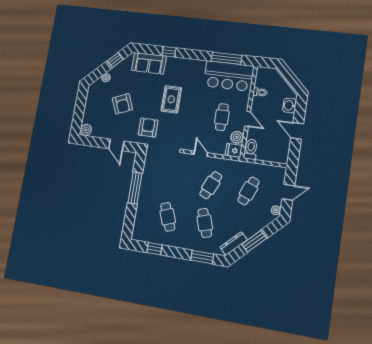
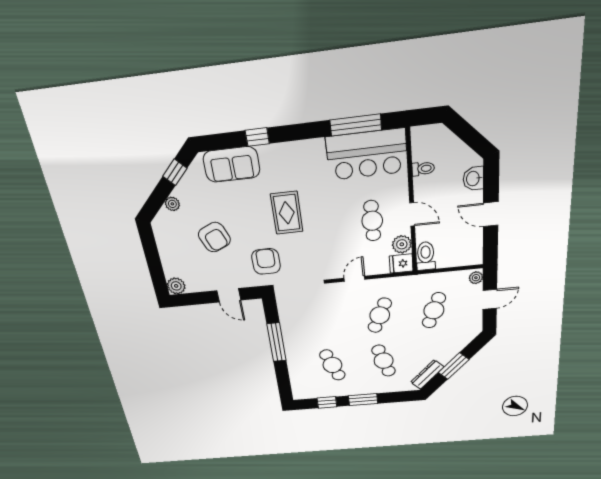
door: (201, 154) -> (354, 279), hinge flipped
plant: (276, 210) -> (476, 278), moved
window: (202, 257) -> (363, 400), moved

